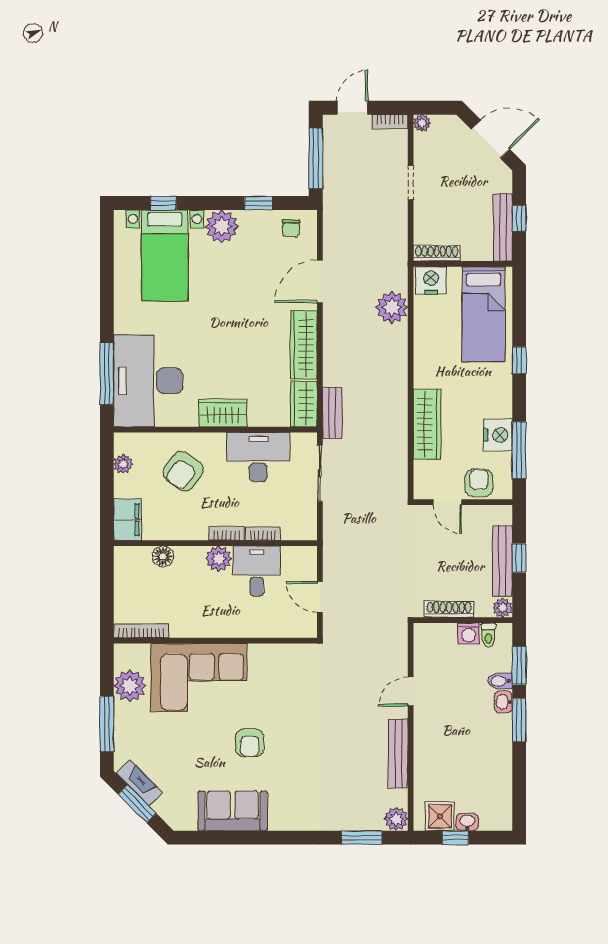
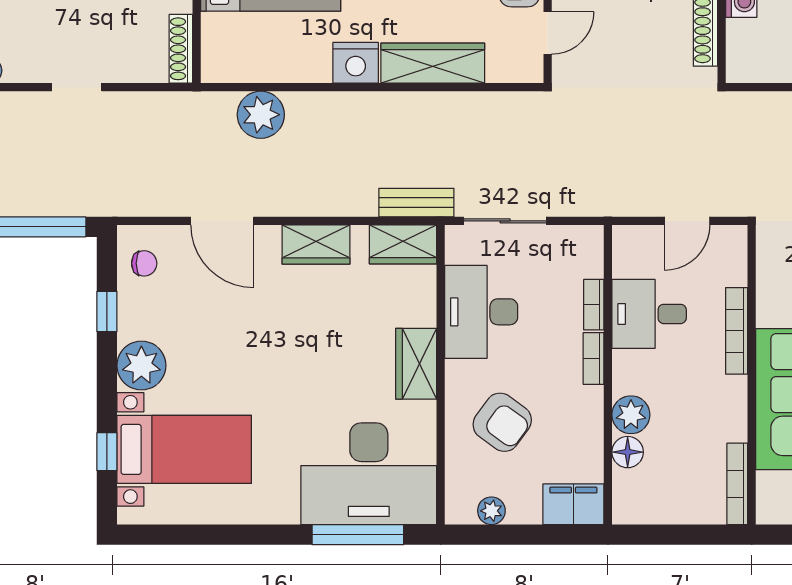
nightstand: (431, 280) -> (356, 63), moved, turned -90
wardrobe: (304, 345) -> (316, 245), width x0.67
plant: (219, 559) -> (631, 415), moved
bookcase: (245, 630) -> (737, 331), added

